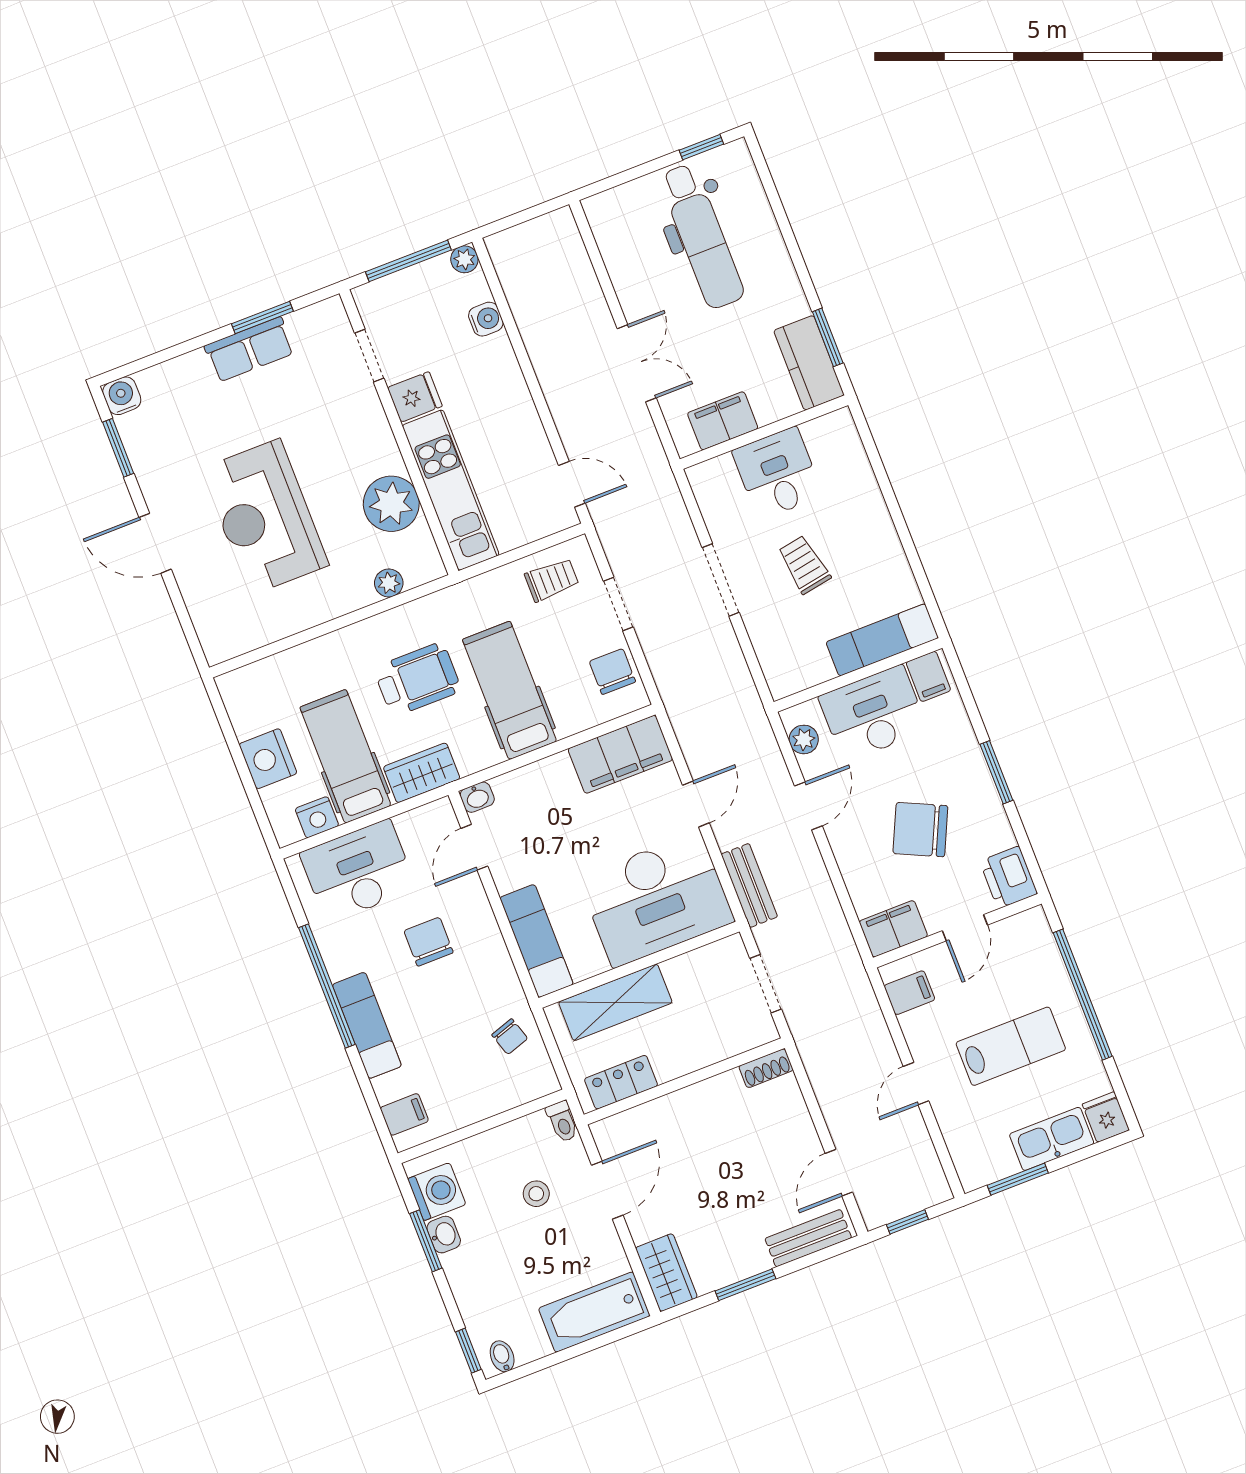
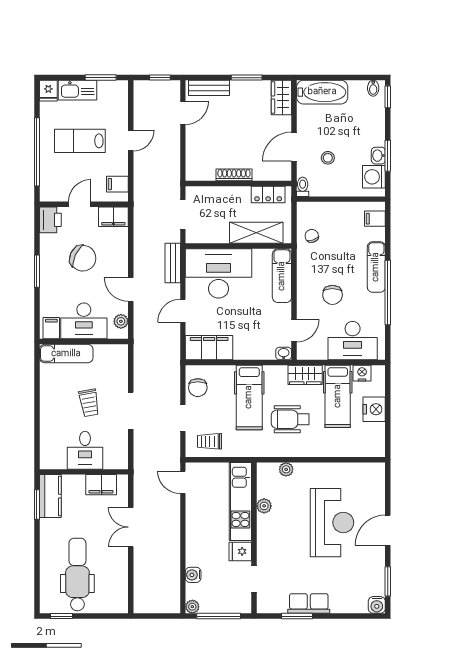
plant: (391, 504) -> (264, 506), width x0.53, depth x0.53
door: (155, 543) -> (388, 530), swing flipped
door: (808, 806) -> (131, 289), hinge flipped
shoe rack: (766, 1068) -> (234, 175), moved, width x1.43

